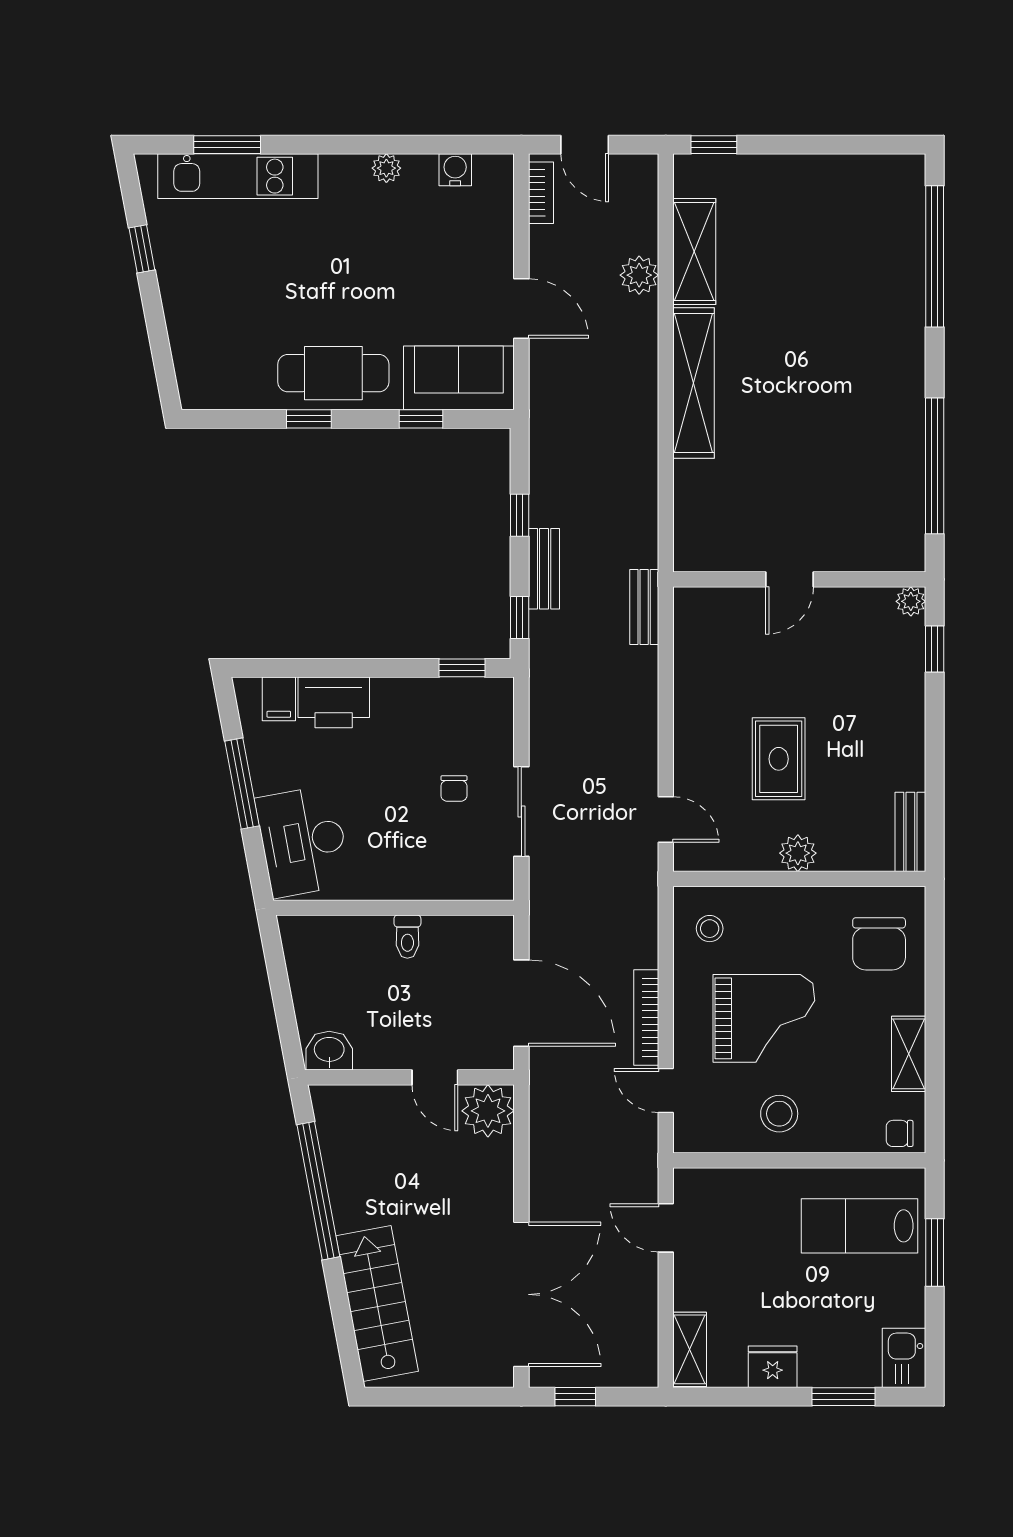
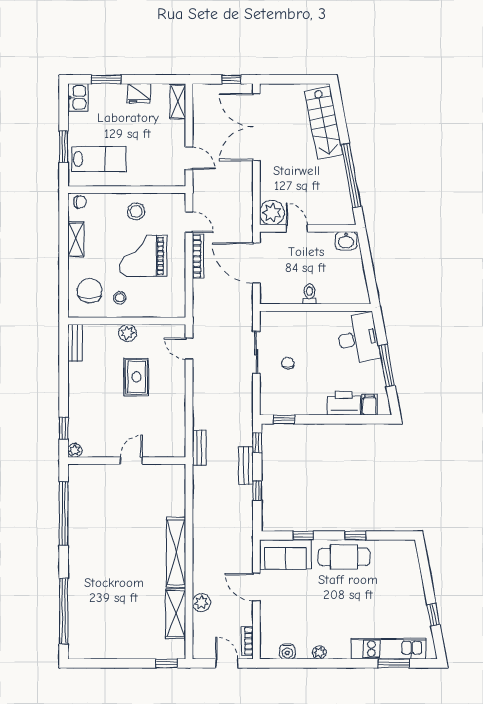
stool: (710, 929) -> (120, 298), moved

